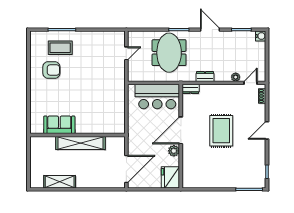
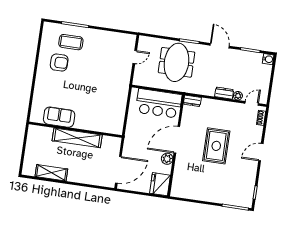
dresser: (205, 77) -> (224, 93), moved

